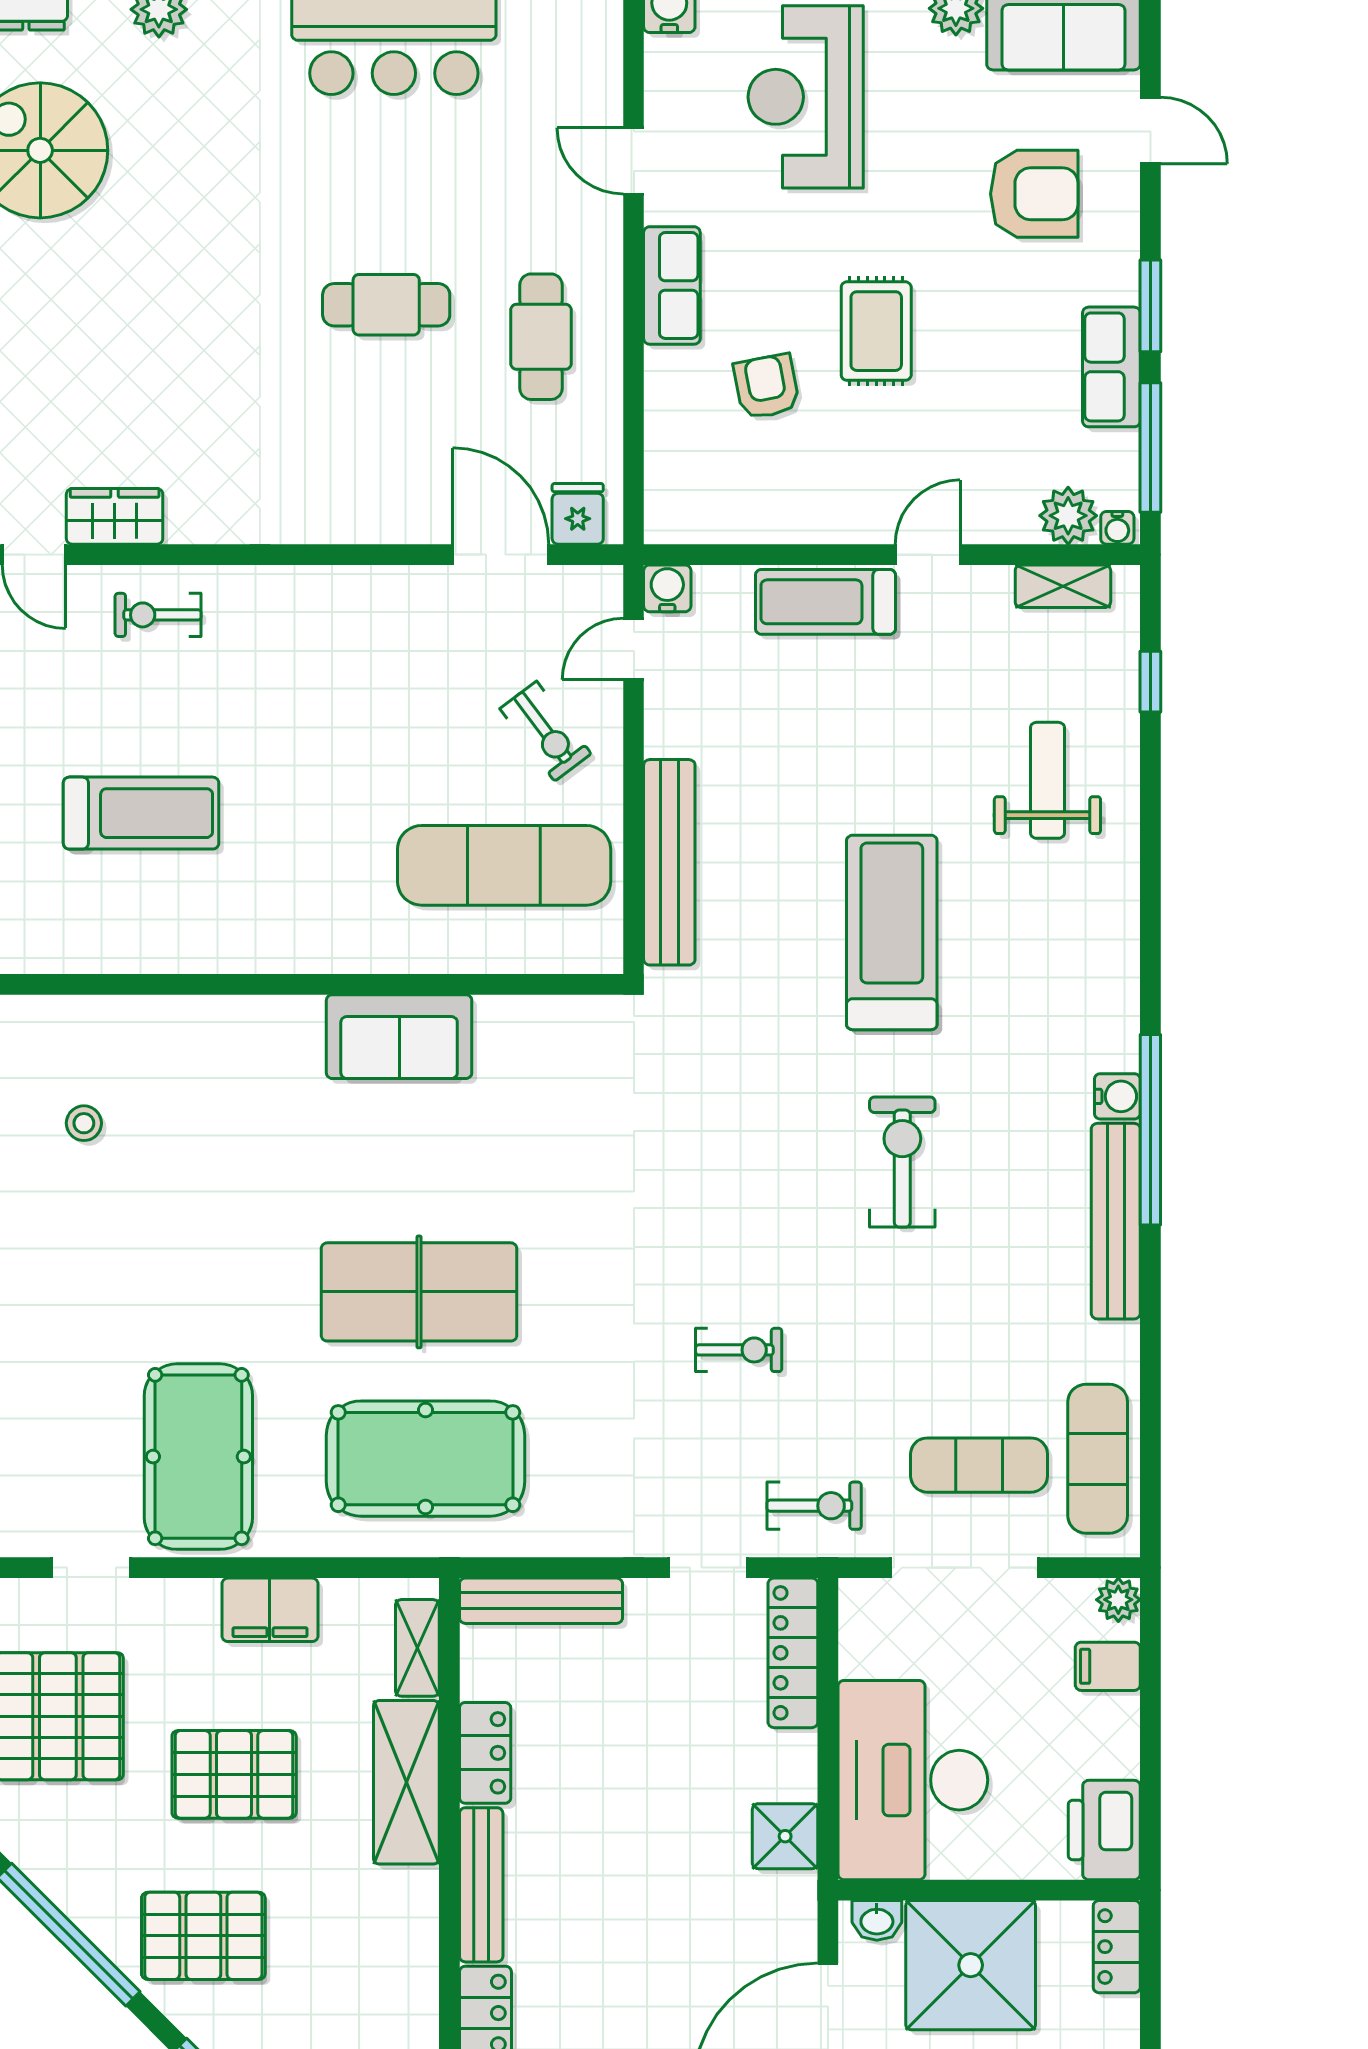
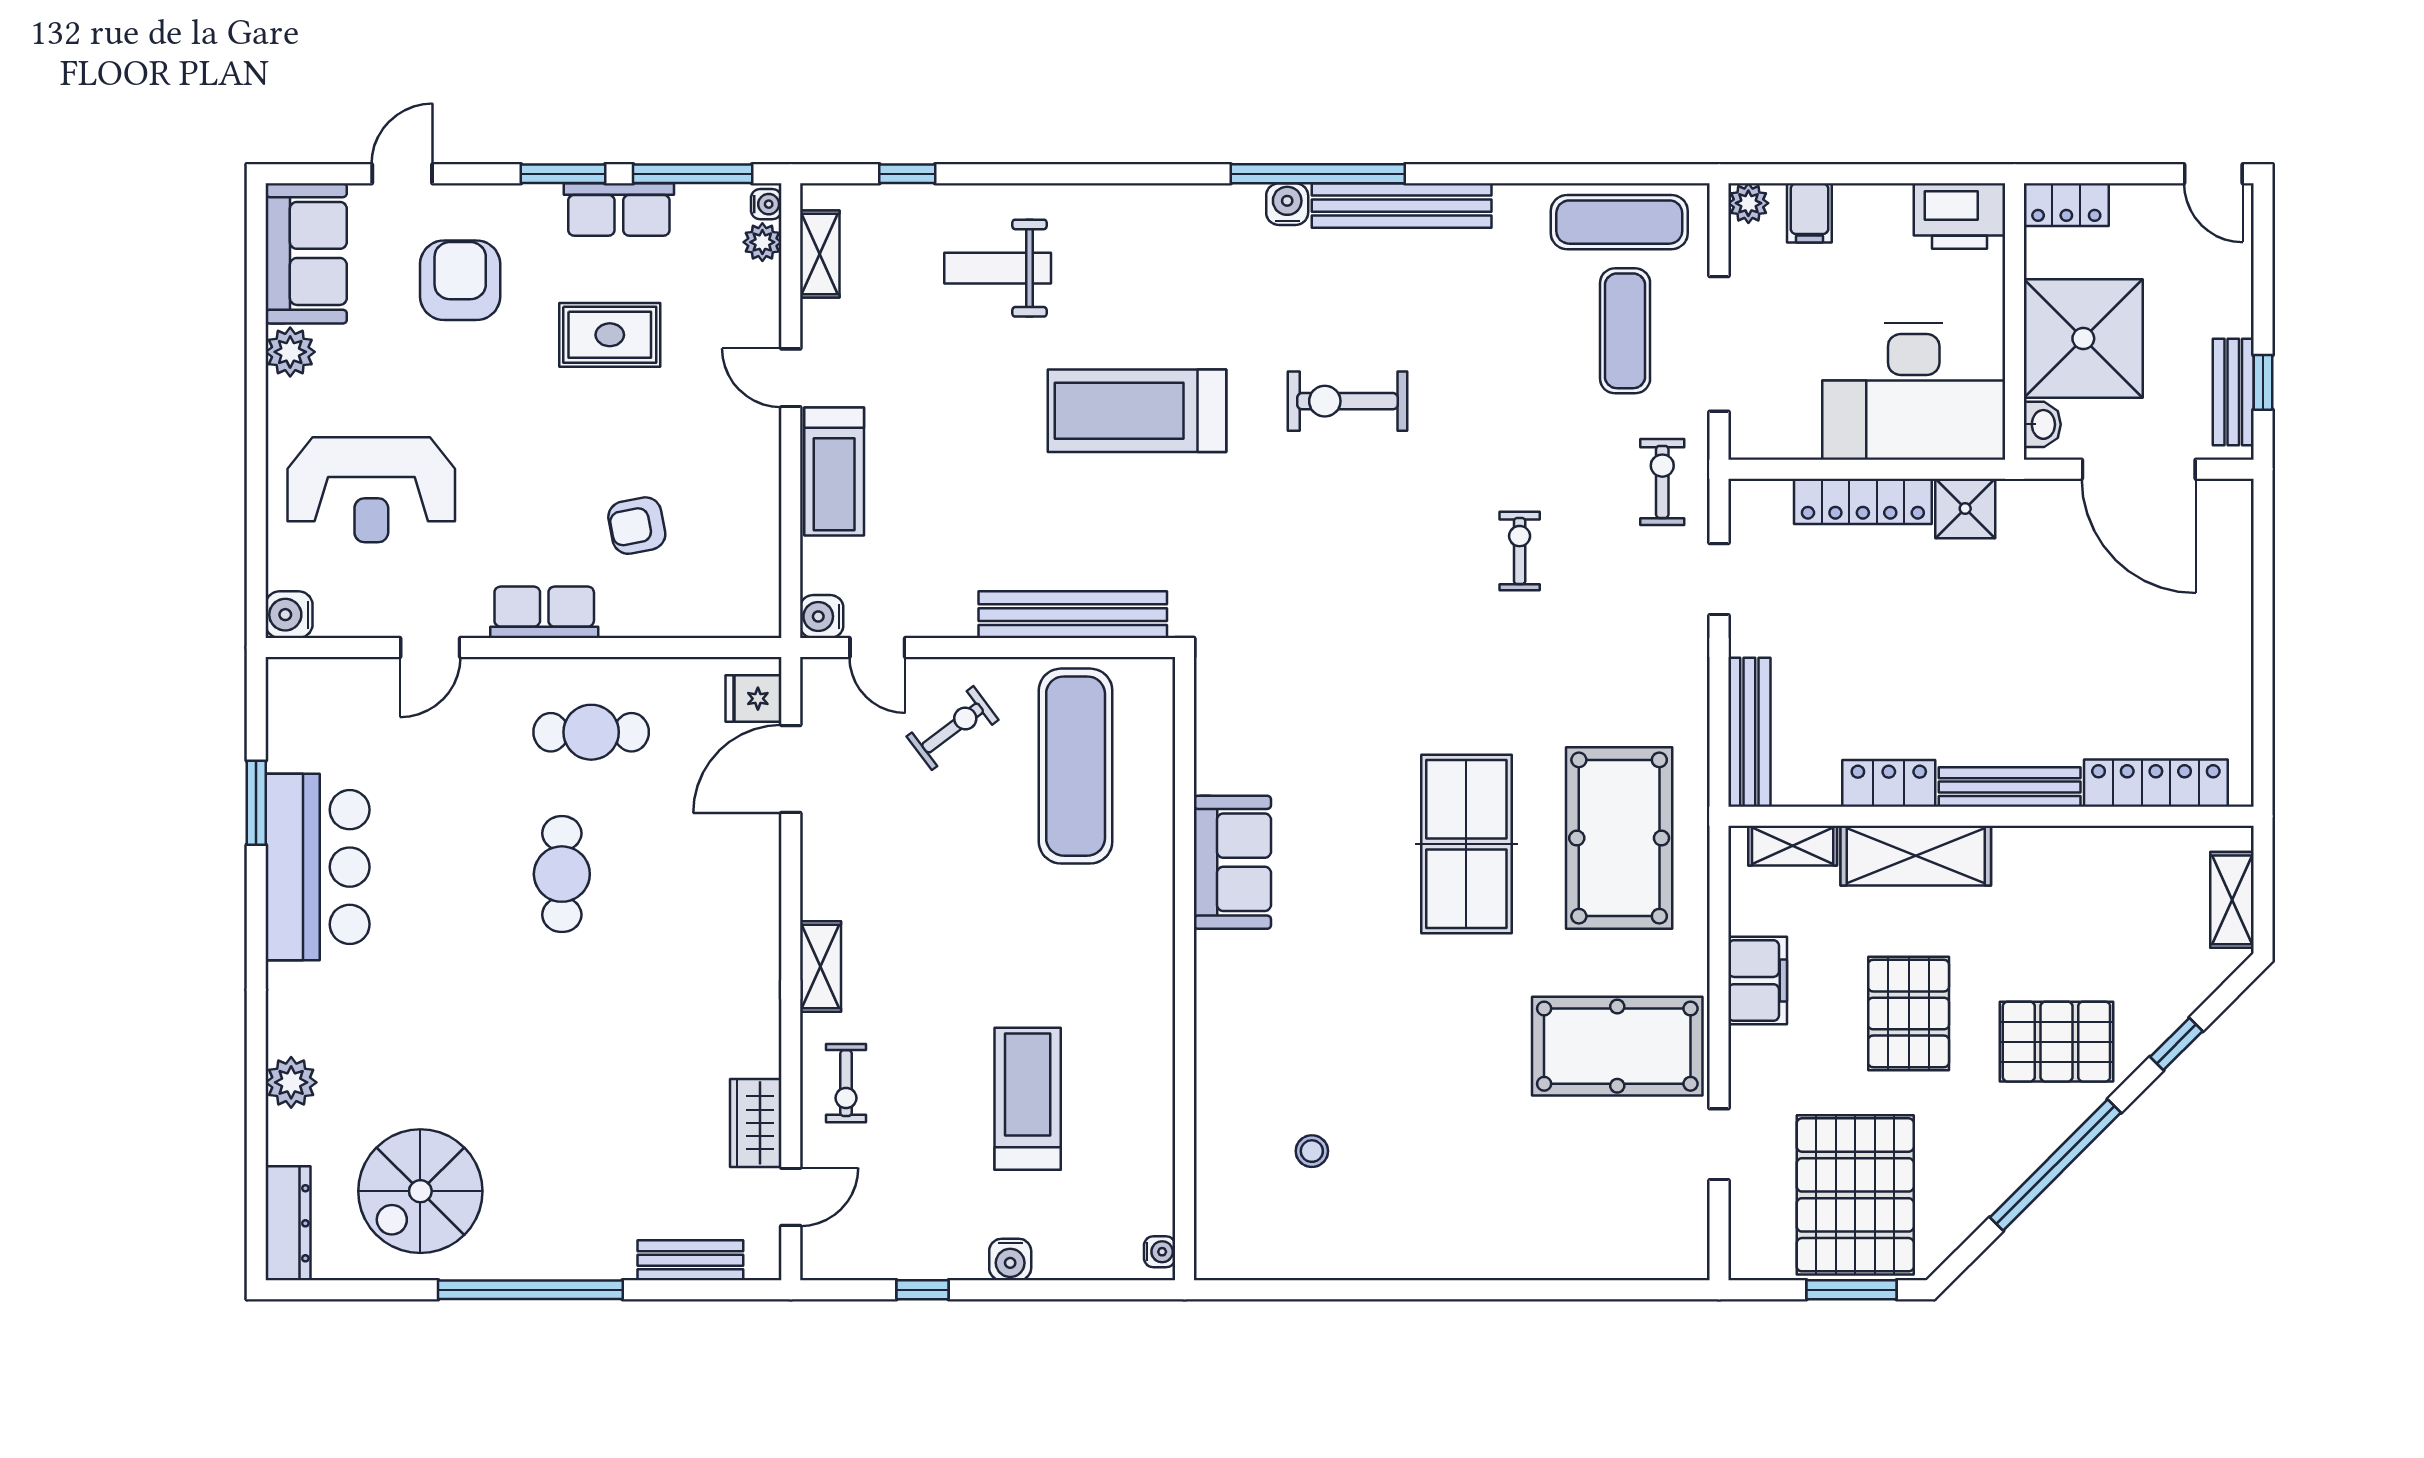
rug: (876, 331) -> (610, 335), moved
plant: (1068, 516) -> (762, 242), width x0.73, depth x0.73
shelving: (285, 587) -> (820, 967), added
locker: (793, 1653) -> (1863, 501), moved
pallet: (203, 1936) -> (2056, 1042), turned 90

